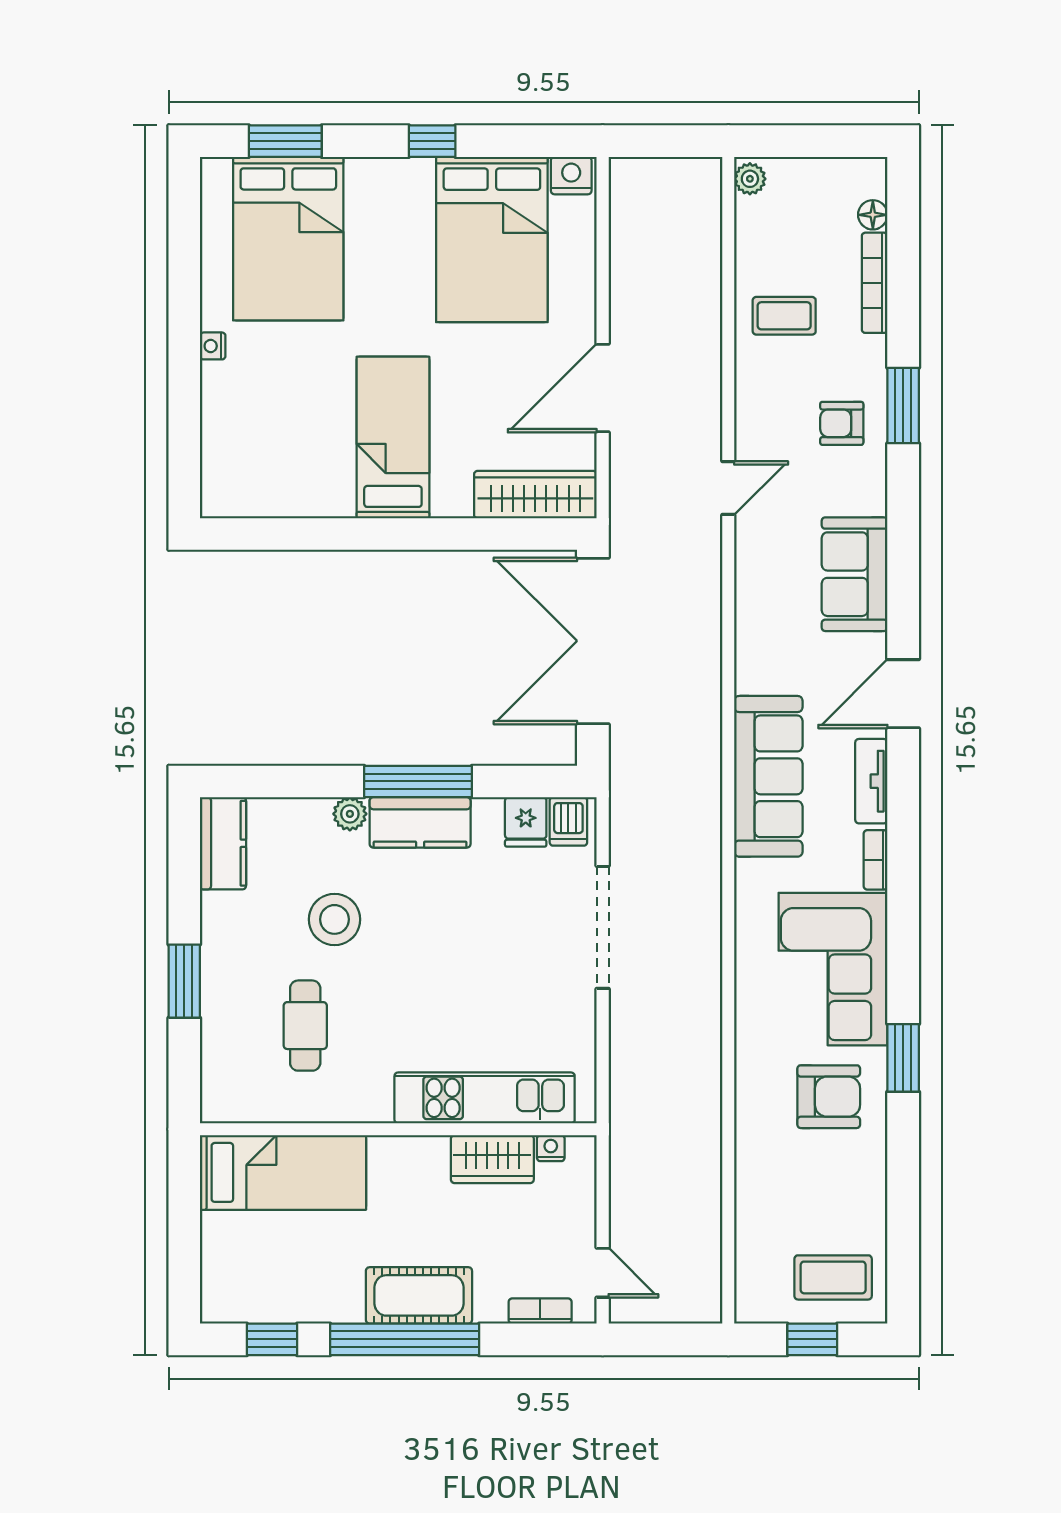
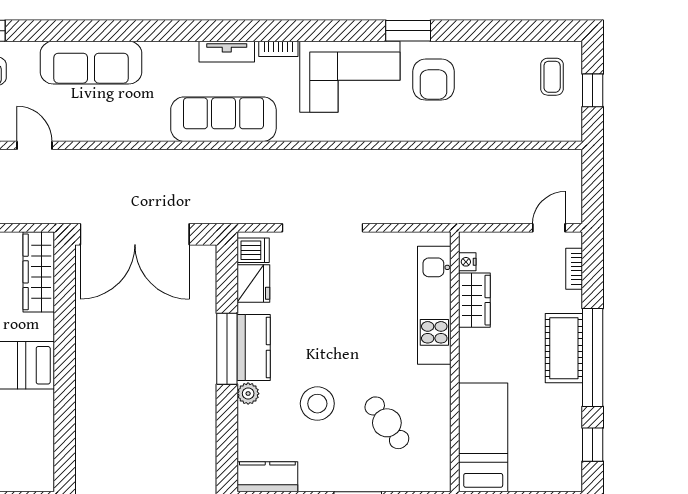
sofa: (855, 574) -> (91, 63), width x1.36
door: (903, 694) -> (169, 31), removed
fridge: (526, 822) -> (253, 283), width x1.38
cafe table: (305, 1026) -> (387, 423), turned 54
armchair: (829, 1097) -> (434, 80), turned 180
coffee table: (833, 1277) -> (552, 77), width x0.73, depth x0.77

